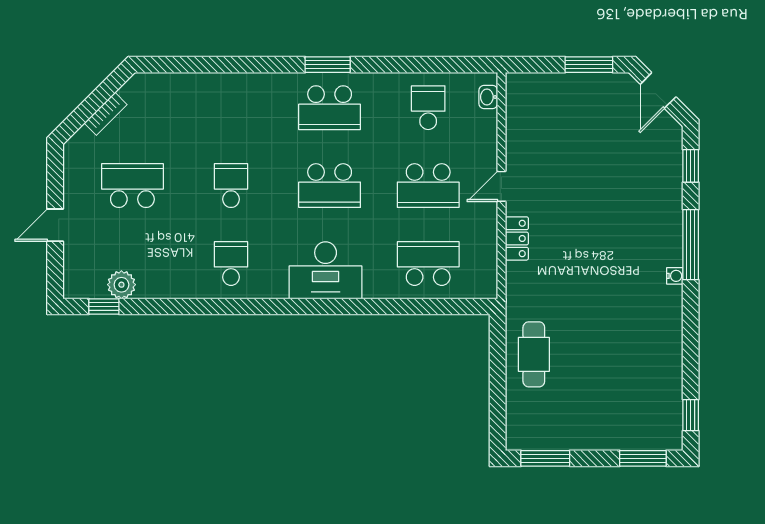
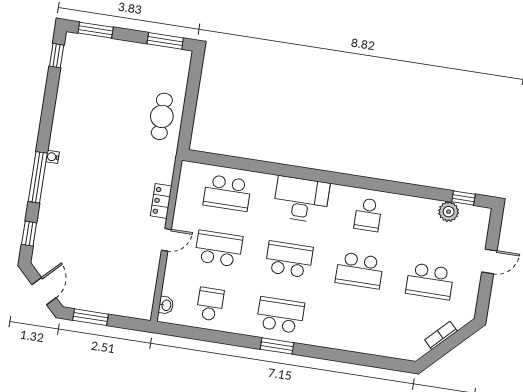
school desk: (428, 108) -> (210, 304), turned 180
school desk: (231, 186) -> (359, 270), width x1.85

